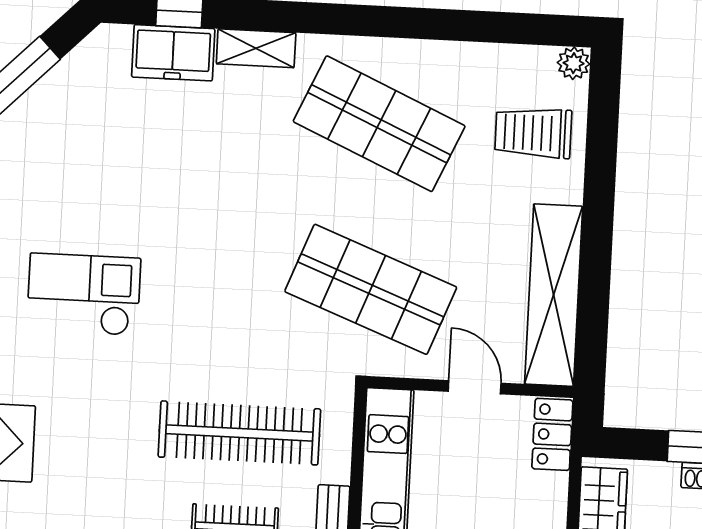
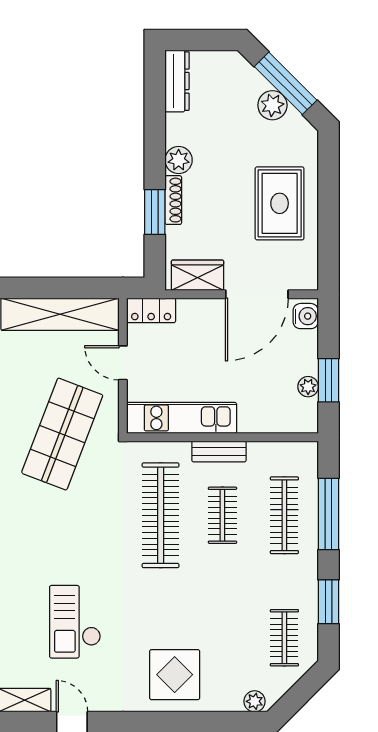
door: (475, 387) -> (123, 363), hinge flipped

